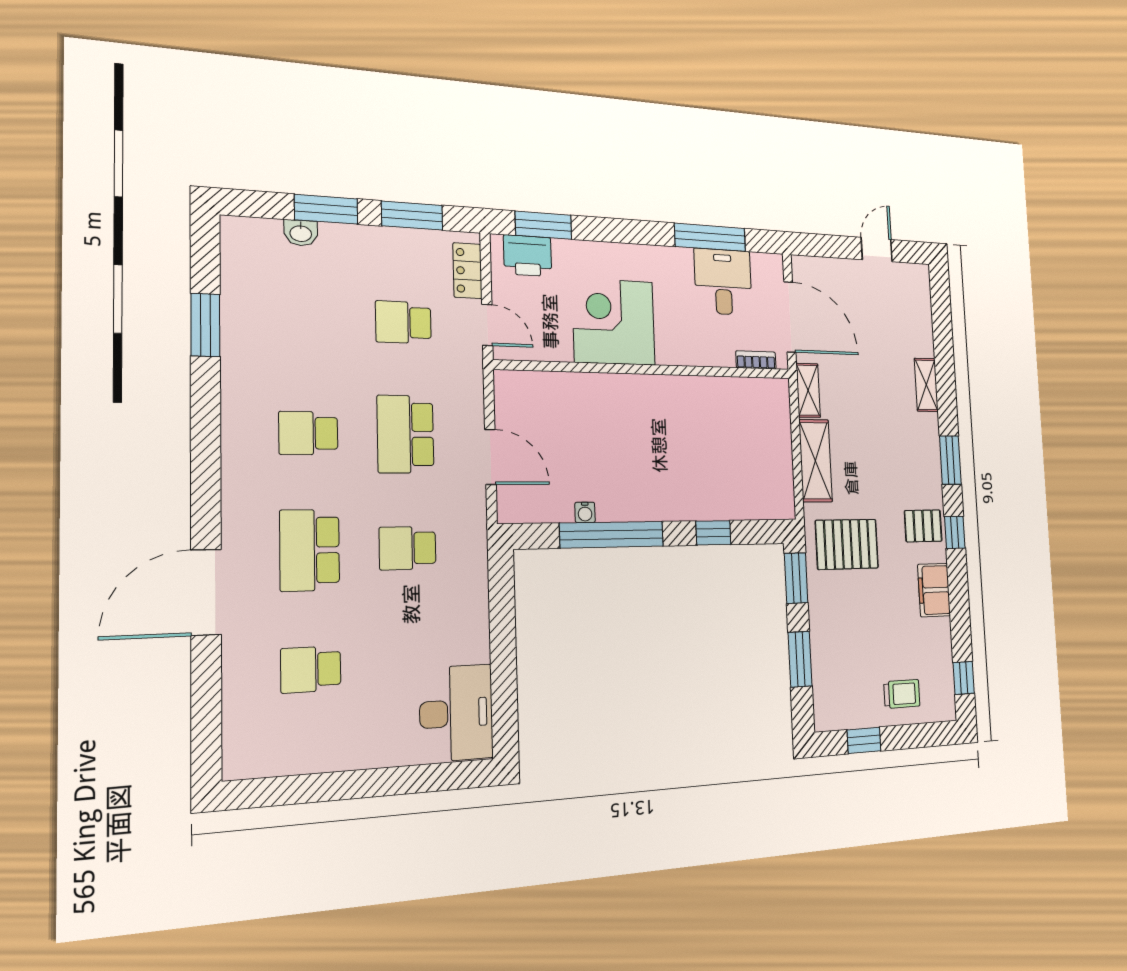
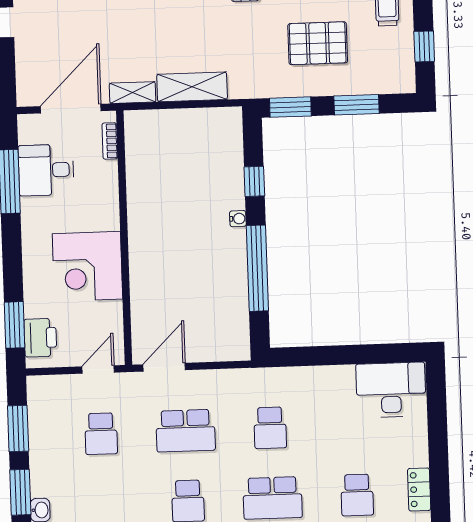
locker: (467, 271) -> (419, 489), moved, turned 90
door: (490, 457) -> (164, 367), moved
water cooler: (585, 512) -> (238, 219), moved
pallet: (847, 544) -> (318, 43), moved, turned 90

